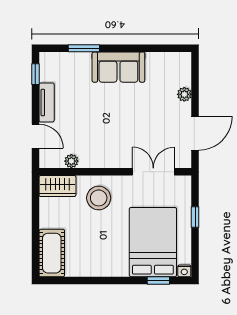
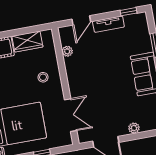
wardrobe: (57, 186) -> (27, 42), moved, turned -90
stool: (99, 198) -> (43, 77), width x0.53, depth x0.53

